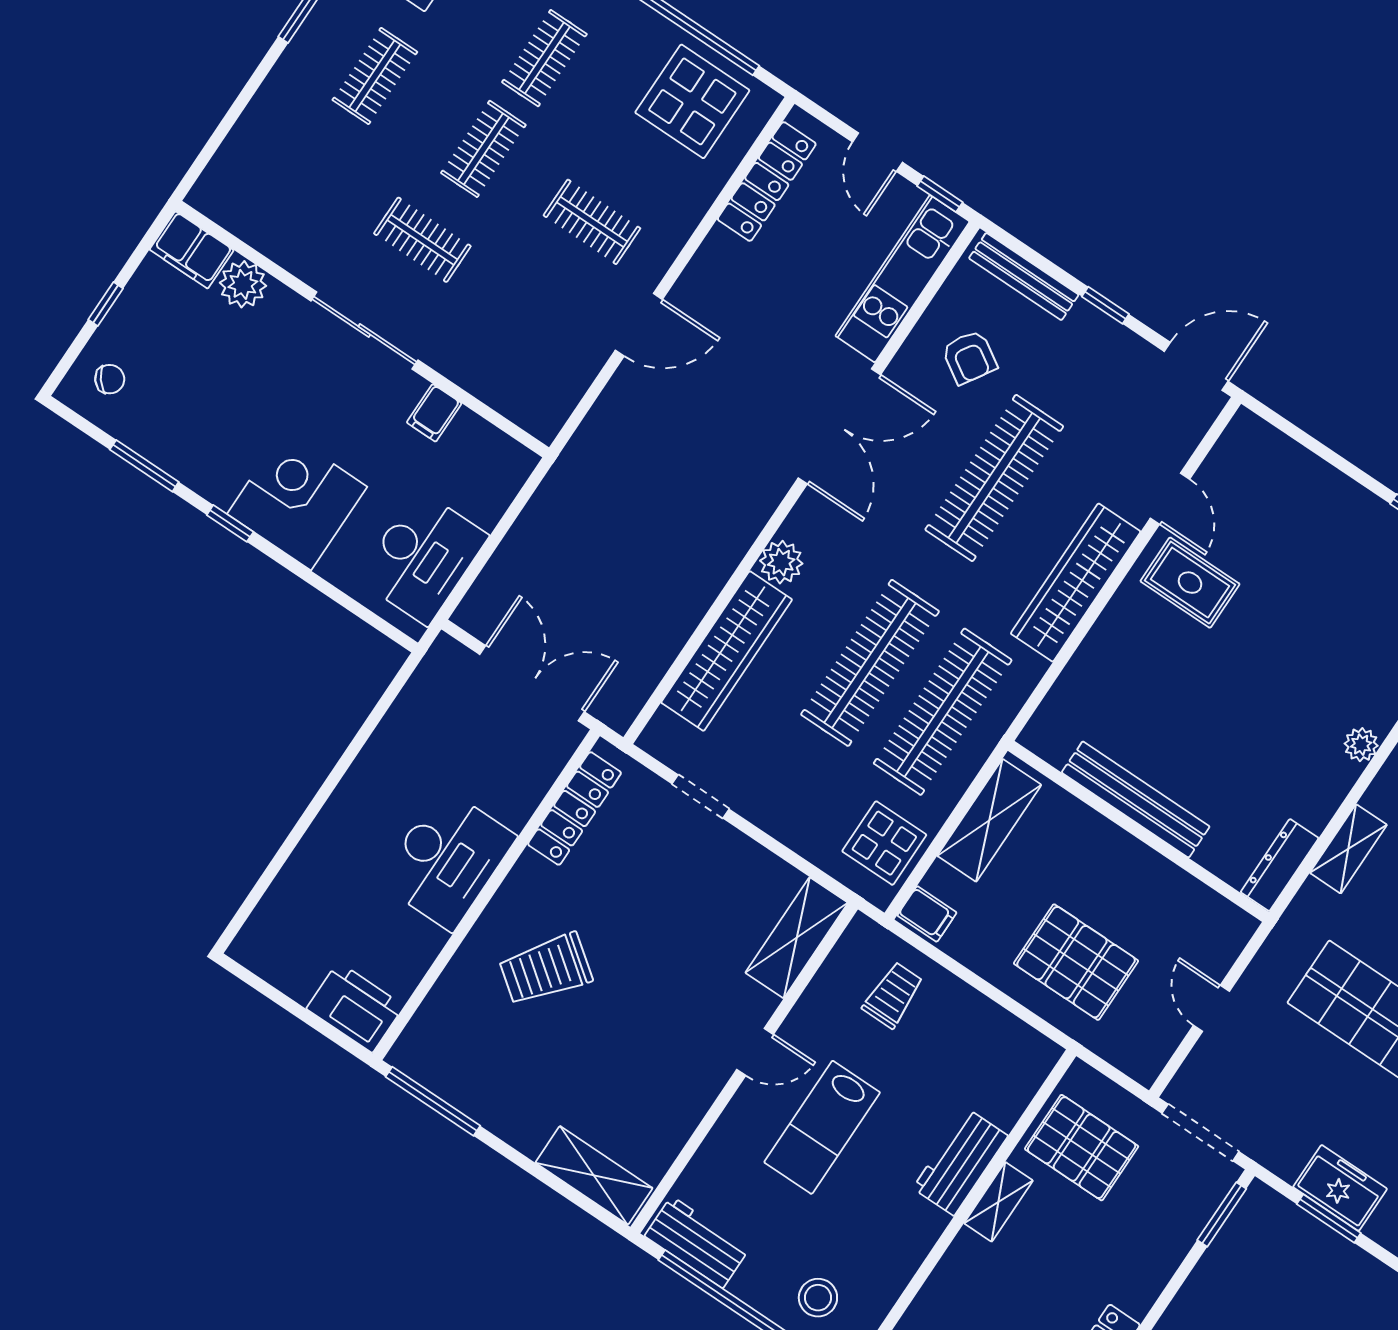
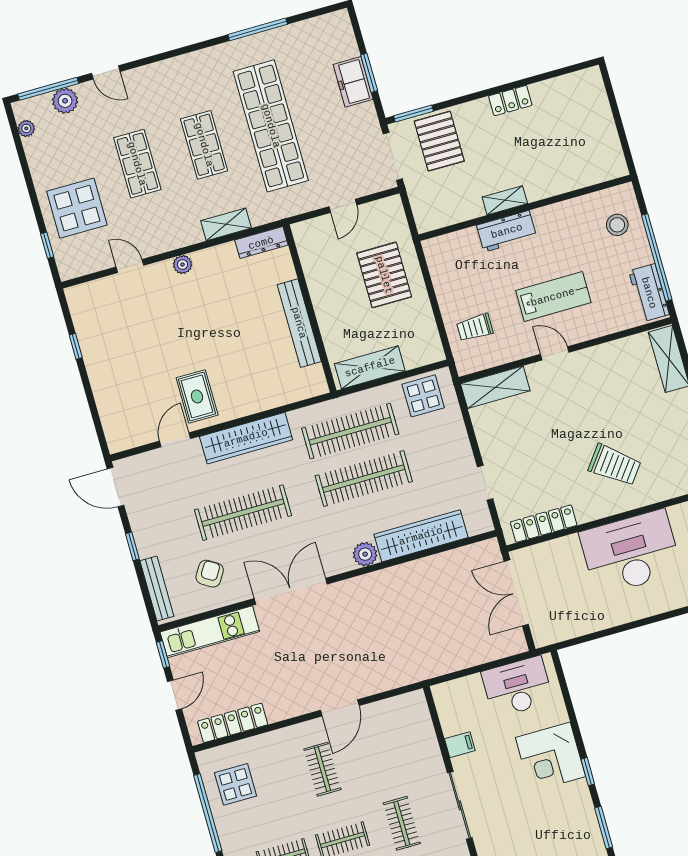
display table: (692, 101) -> (235, 784), width x0.73, depth x0.73
door: (639, 325) -> (340, 708), swing flipped
desk: (447, 859) -> (631, 552), width x1.36, depth x1.30
filing cabinet: (927, 914) -> (431, 350), removed
pallet: (1082, 1148) -> (439, 141), moved

